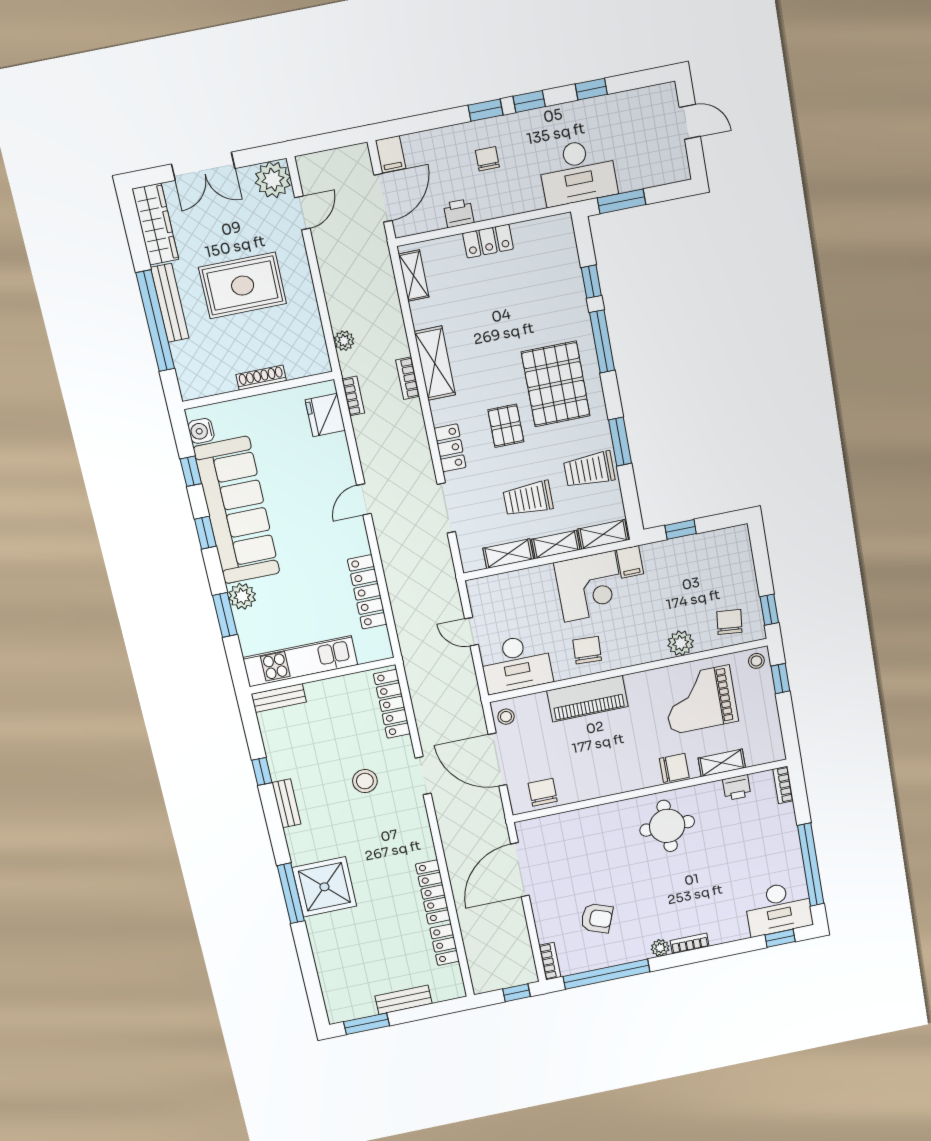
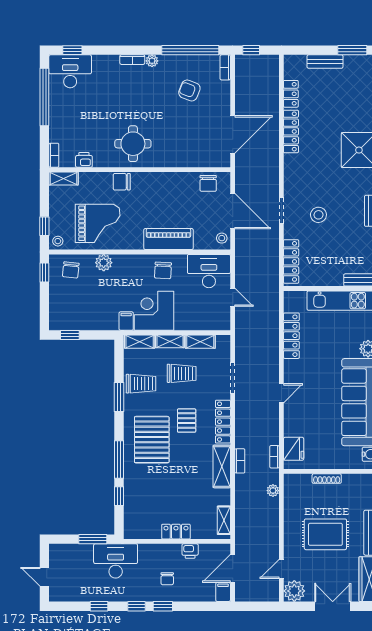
locker: (450, 448) -> (223, 422), width x1.53
window: (681, 529) -> (70, 335), moved
shelving: (722, 763) -> (64, 179), moved

